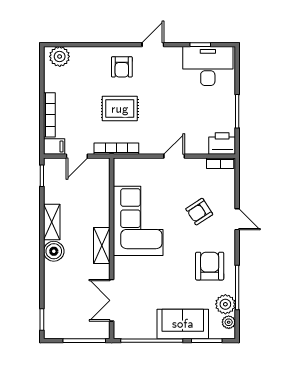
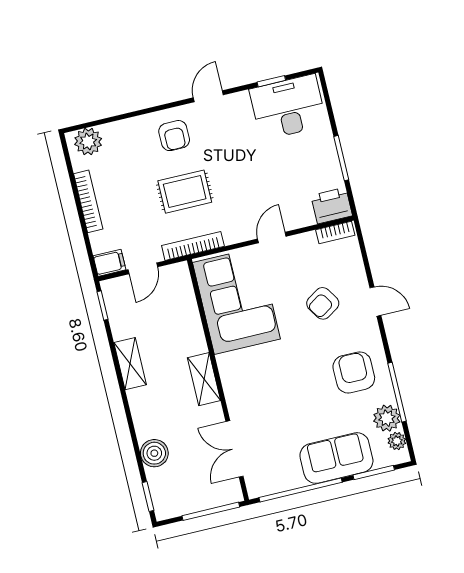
bookcase: (49, 115) -> (88, 201), moved
corner sofa: (138, 221) -> (236, 301), moved
boiler: (54, 251) -> (154, 453), moved

